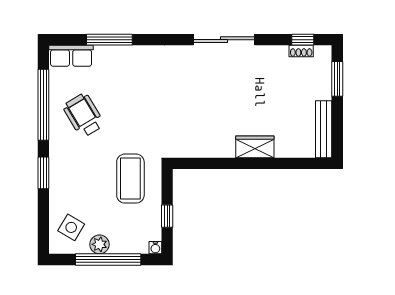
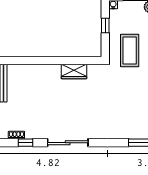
window: (303, 40) -> (25, 143), moved
wardrobe: (255, 147) -> (74, 72), moved

